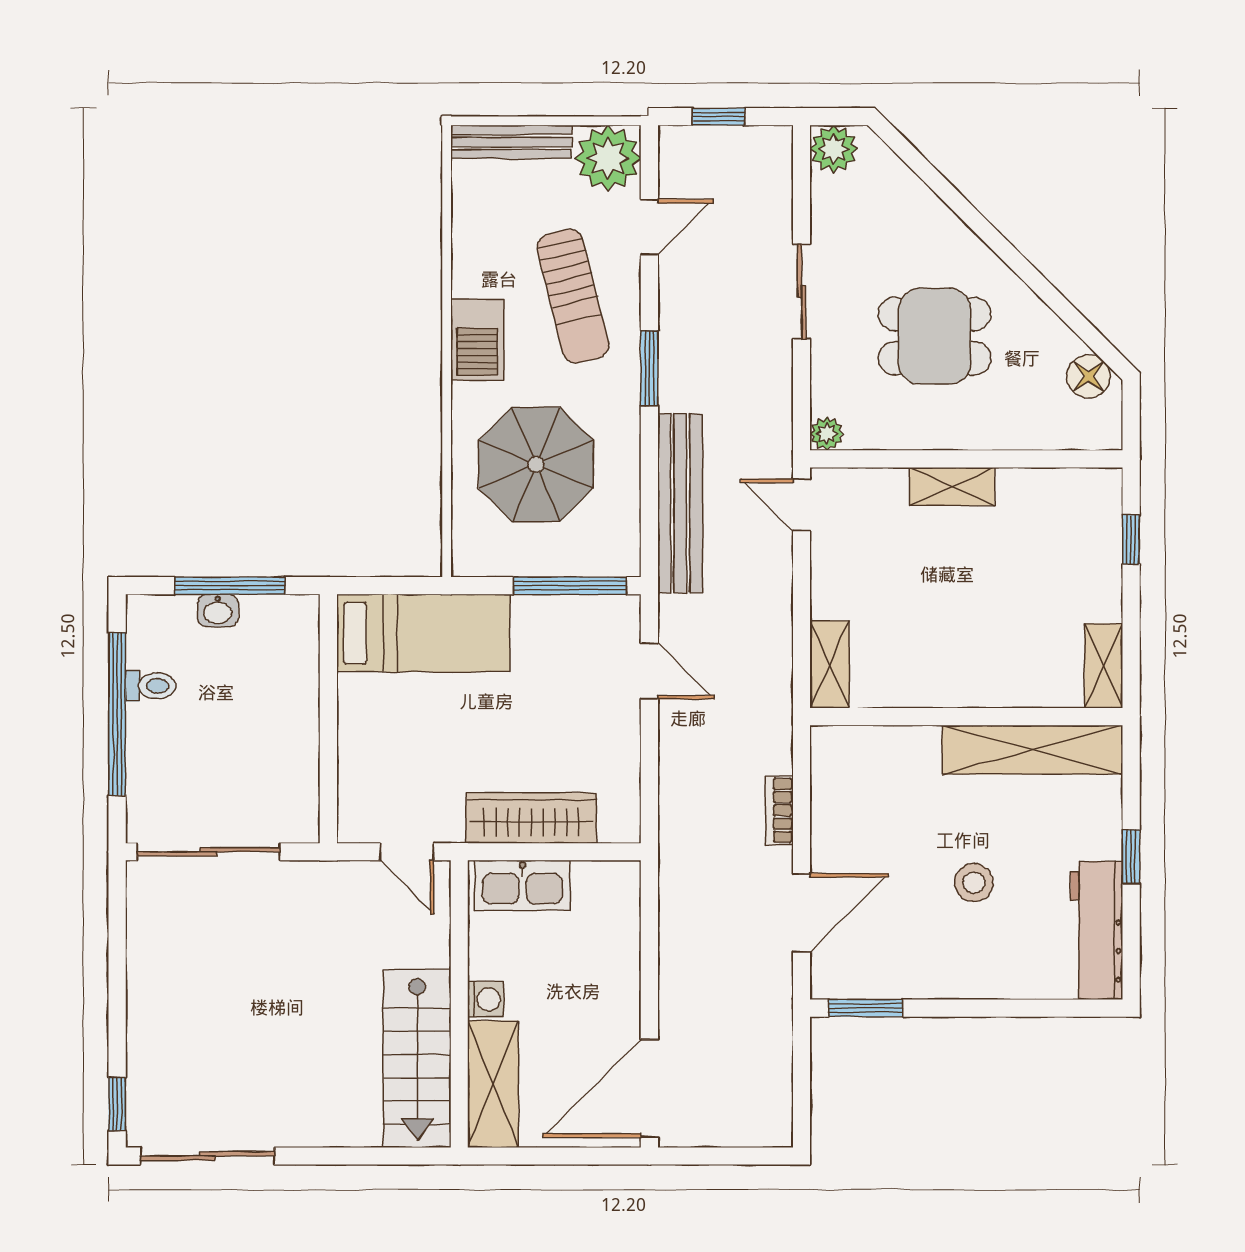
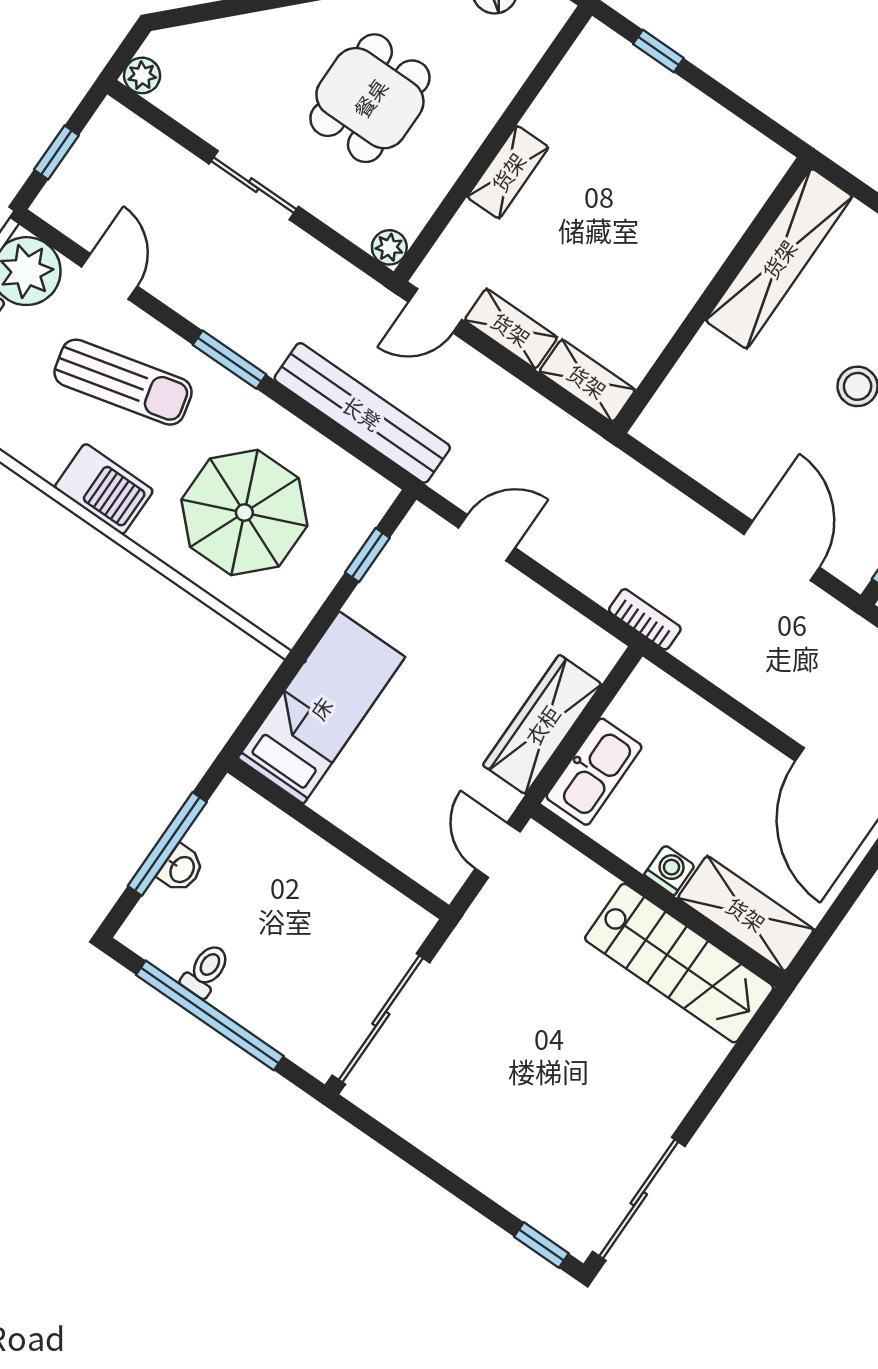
plant: (834, 149) -> (142, 75), width x0.73, depth x0.73
window: (570, 586) -> (367, 555), width x0.46
shelving: (1104, 666) -> (511, 329), moved
bookcase: (779, 810) -> (645, 619), moved, turned 180
door: (407, 852) -> (498, 850), swing flipped

